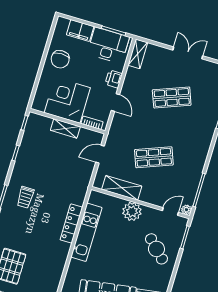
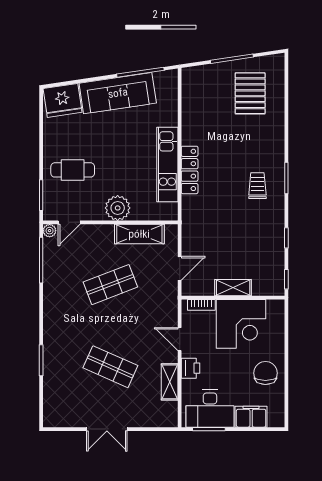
shelving: (138, 54) -> (170, 382), moved
shop shelf: (172, 97) -> (110, 367), turned 45
cafe table: (156, 249) -> (73, 170), turned -45

